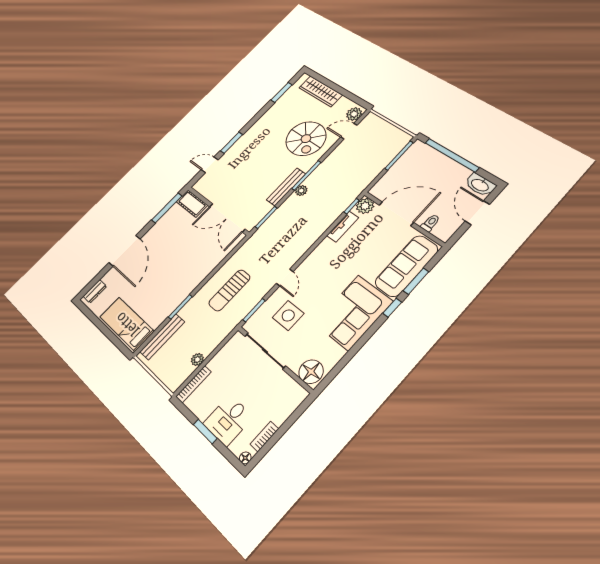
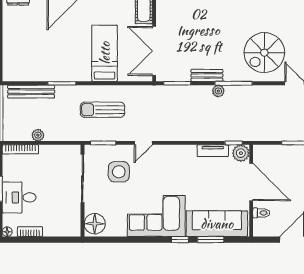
bench: (286, 187) -> (207, 75), width x0.73
bed: (127, 324) -> (105, 53), moved

